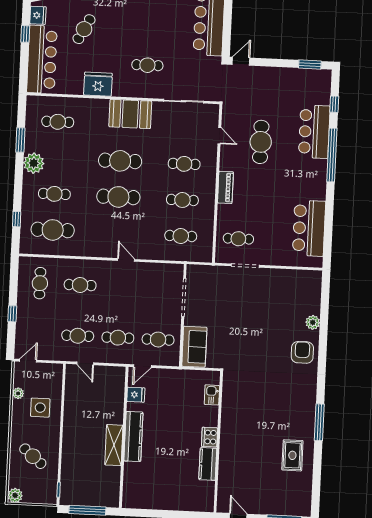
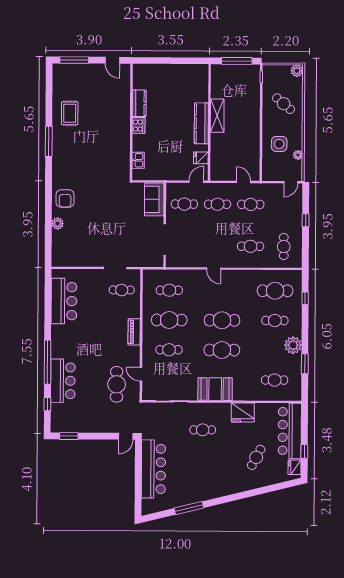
cafe table: (261, 142) -> (117, 384), moved
cafe table: (182, 200) -> (169, 320), width x1.37, depth x1.35

